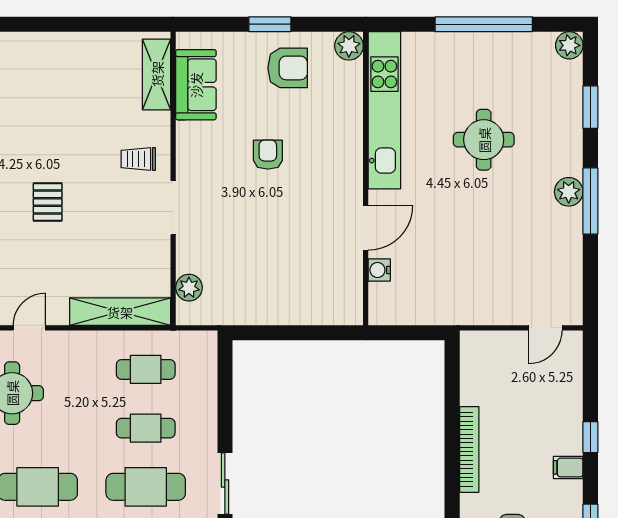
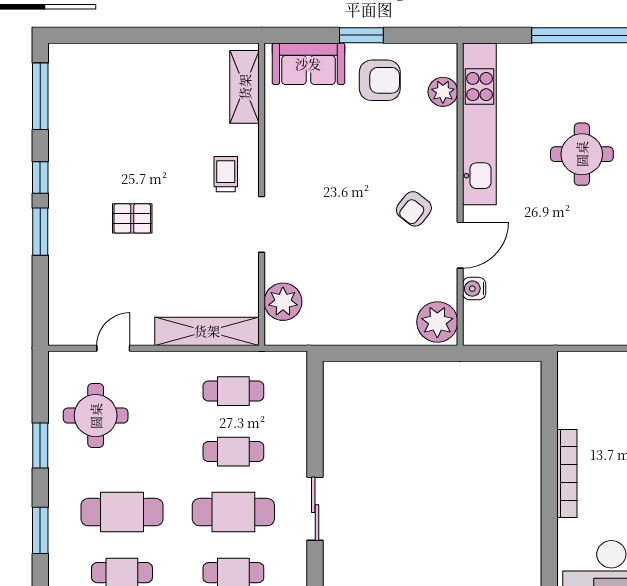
plant: (349, 46) -> (443, 92), moved
sofa: (196, 85) -> (308, 64), moved, turned 90
armchair: (268, 155) -> (414, 209), moved, turned -142
trolley: (138, 159) -> (226, 174), turned 90
pallet: (48, 202) -> (132, 218), turned 90
plant: (189, 288) -> (283, 302), width x1.36, depth x1.36
plant: (343, 302) -> (437, 322), added

